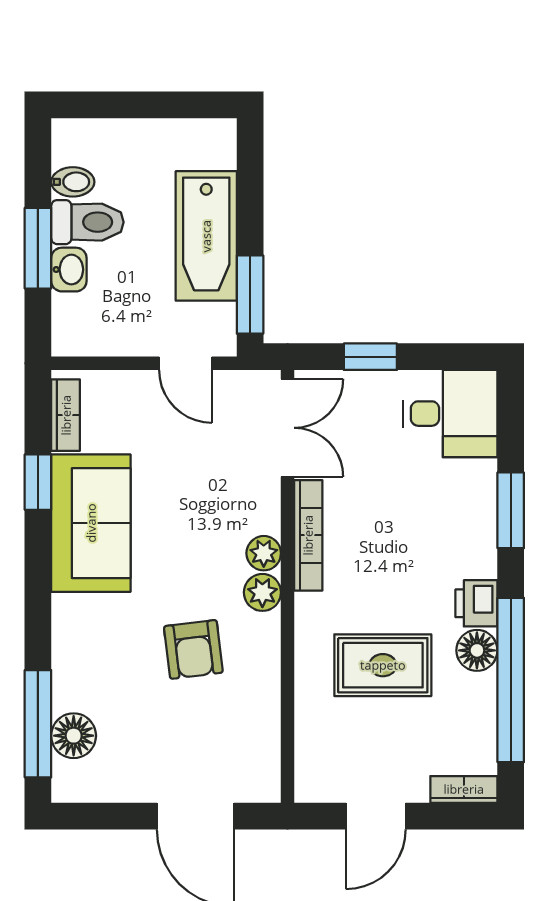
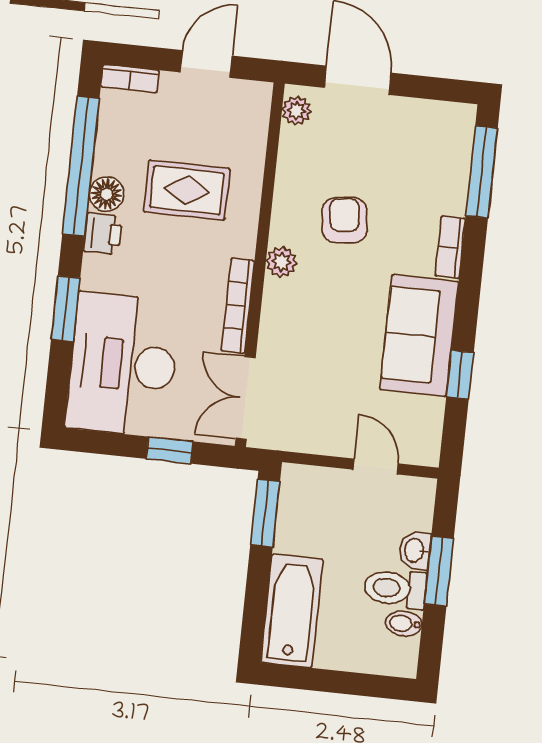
bathtub: (206, 236) -> (292, 611), moved
door: (186, 363) -> (376, 467), moved
desk: (450, 414) -> (123, 365), width x1.87, depth x1.30
bookcase: (66, 415) -> (450, 247), moved
plant: (264, 553) -> (297, 111), moved
floor lamp: (74, 736) -> (453, 159), removed

